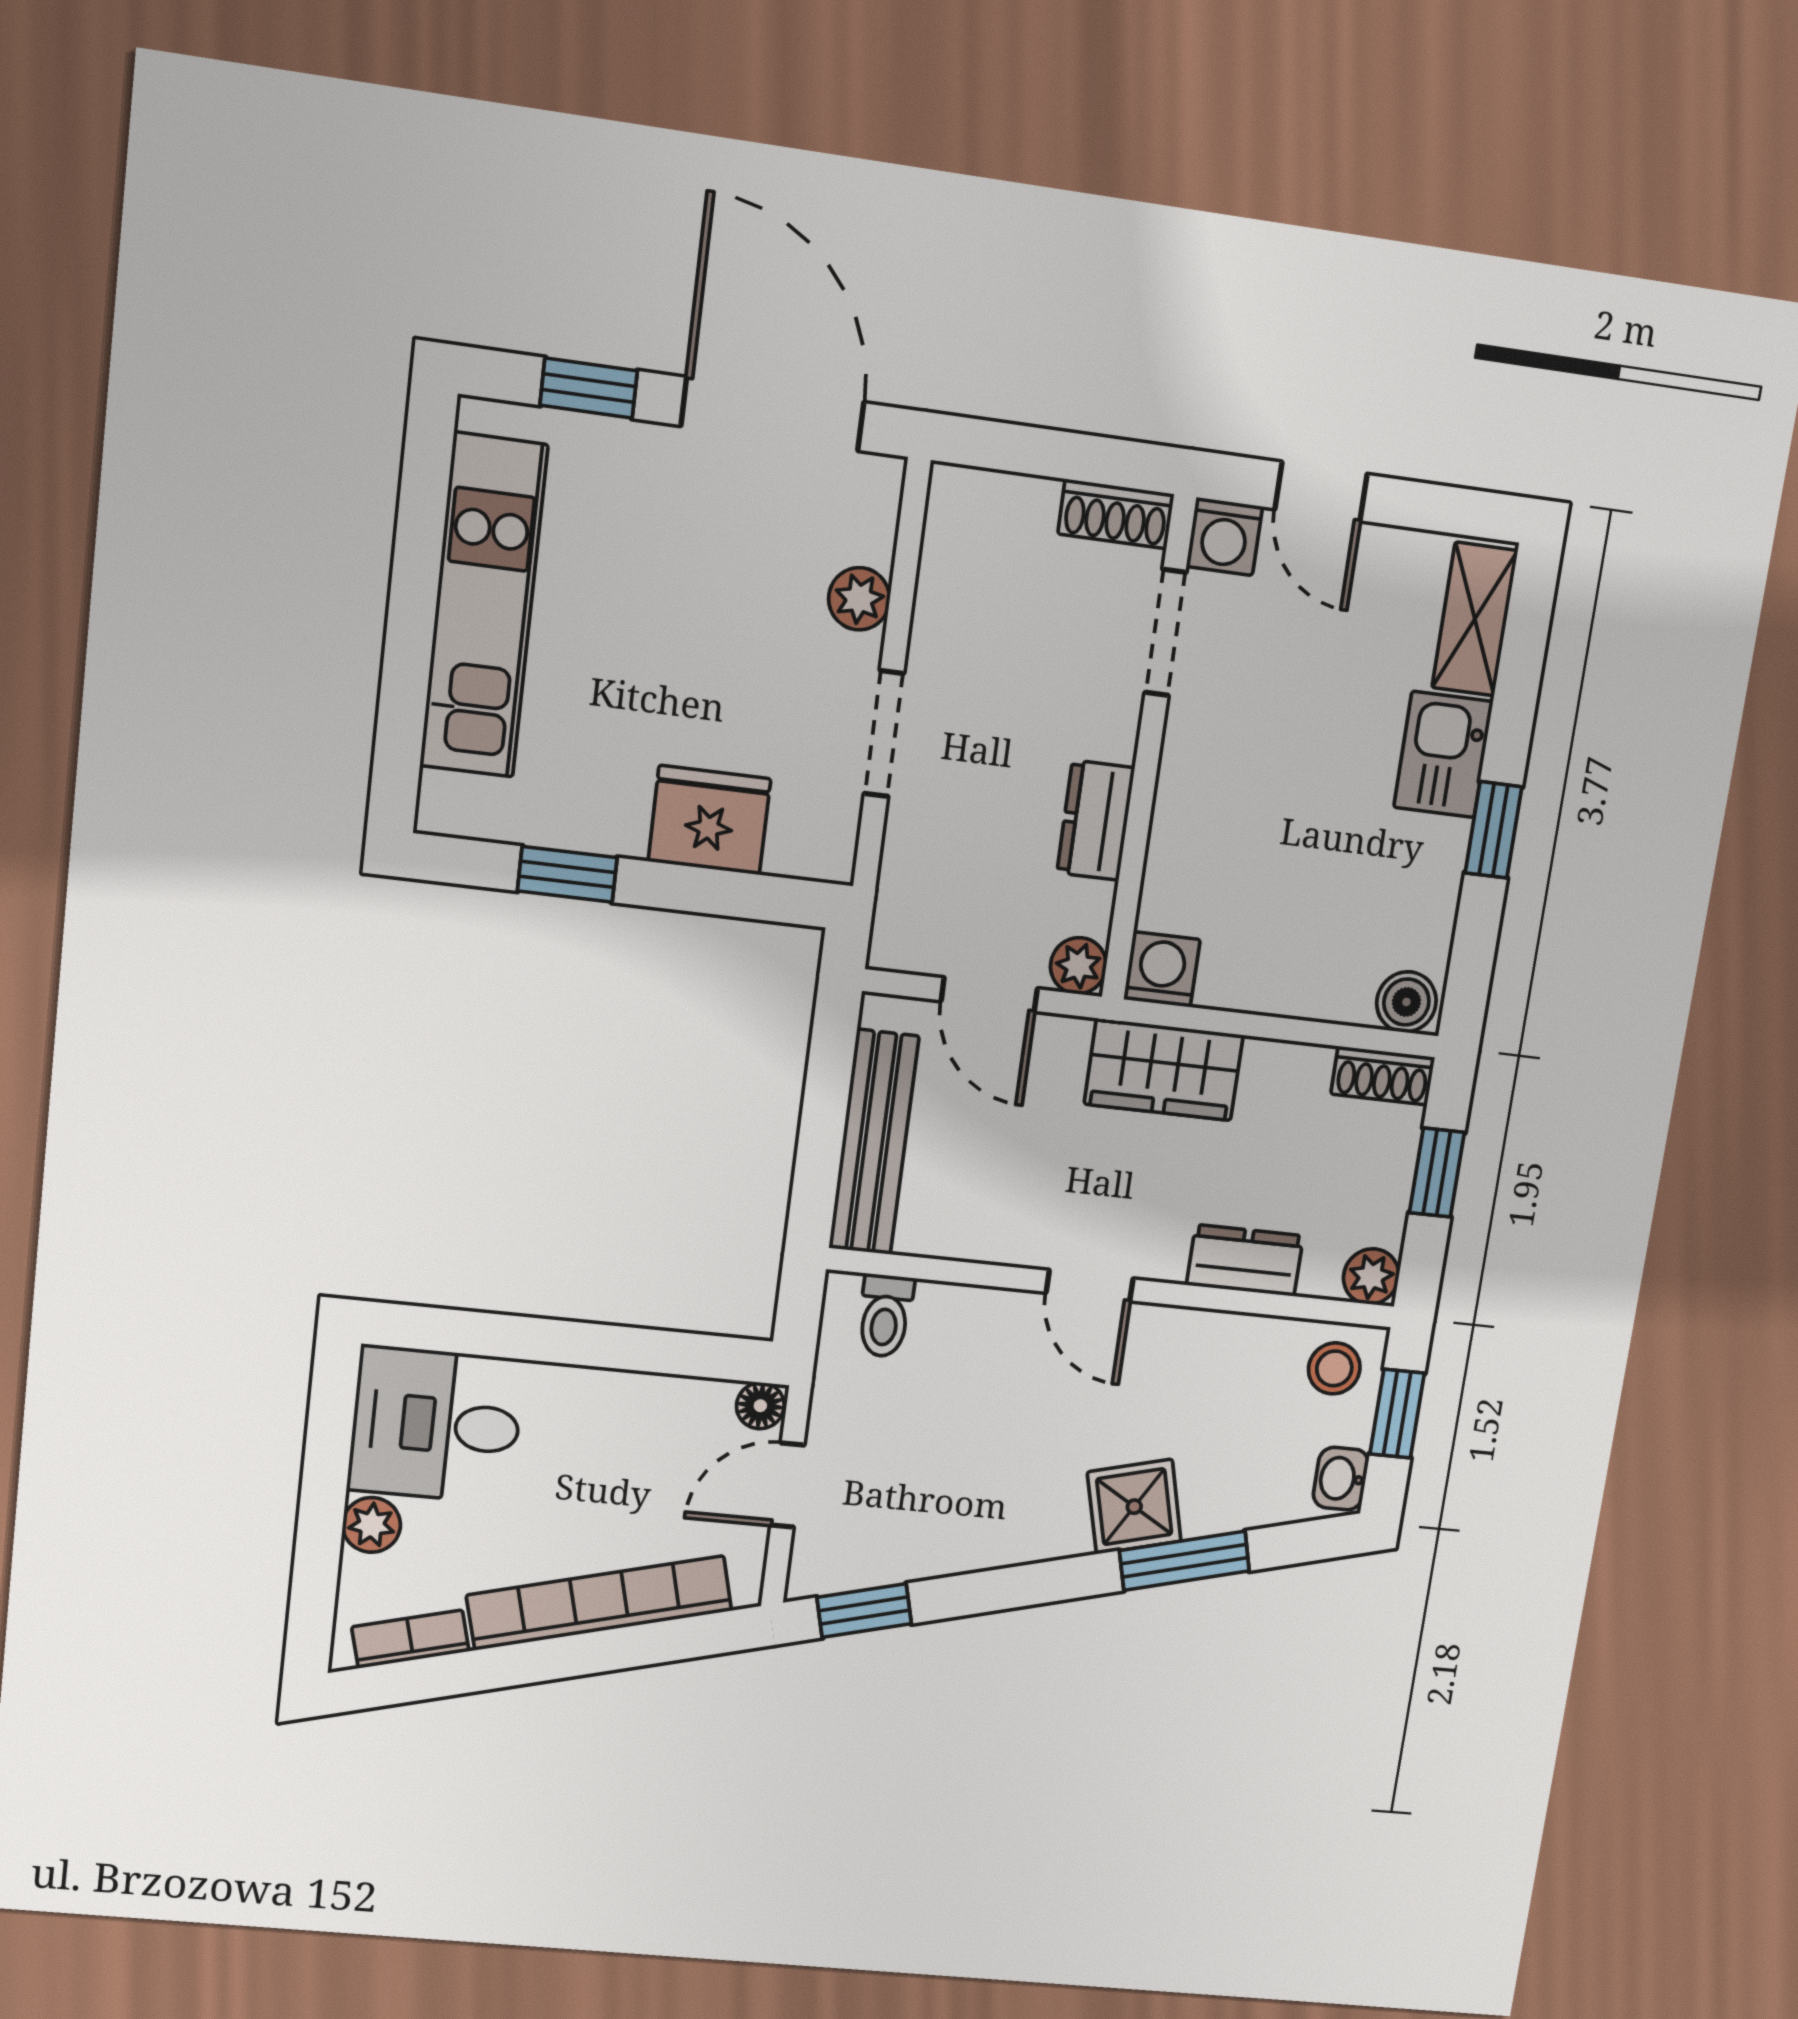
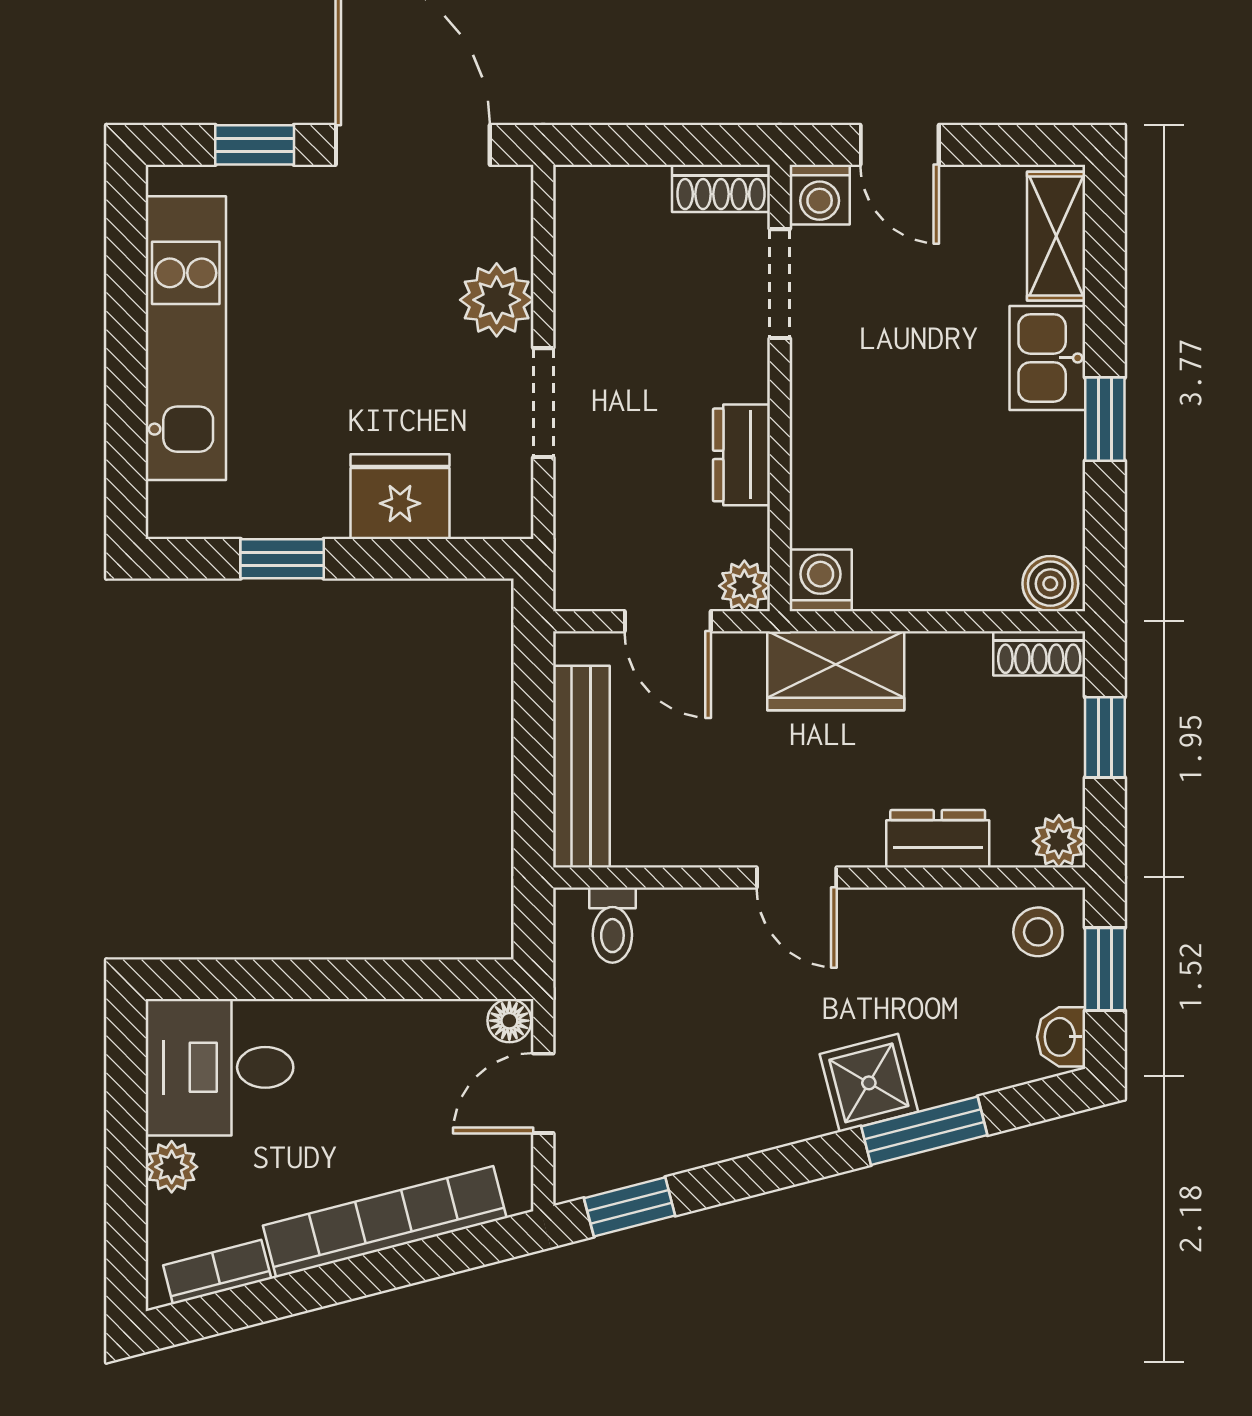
plant: (859, 599) -> (497, 300), width x1.38, depth x1.38

